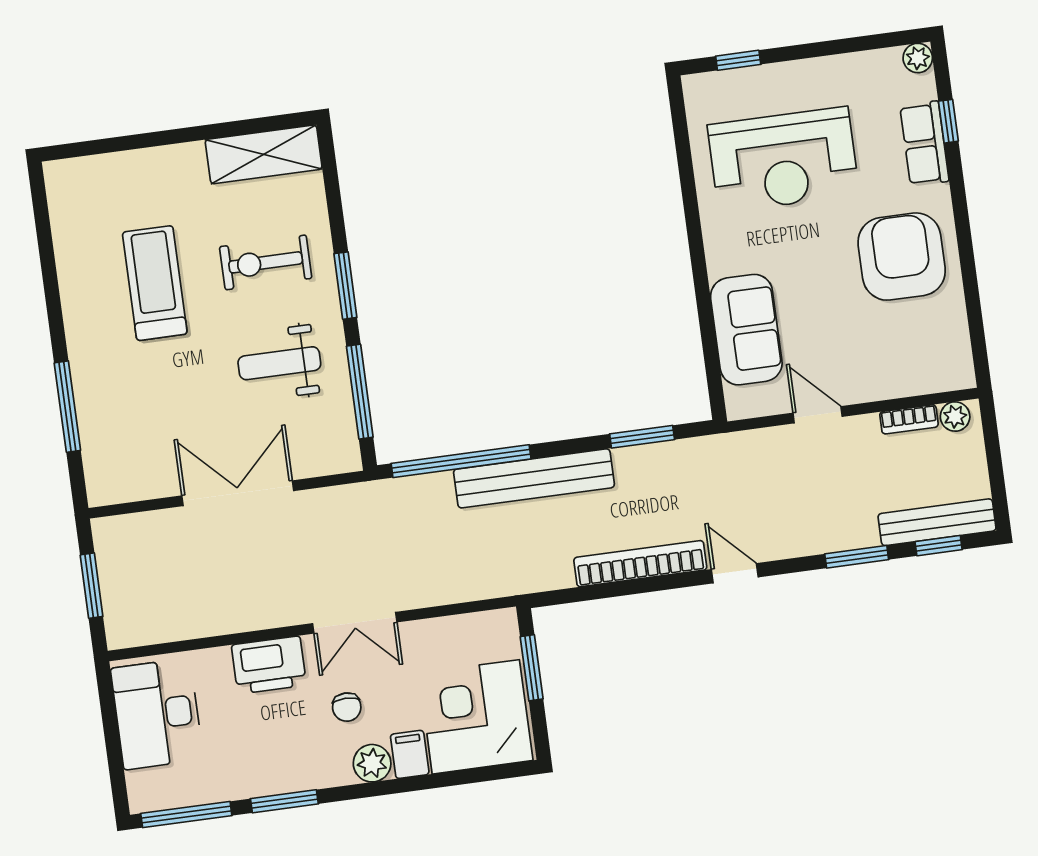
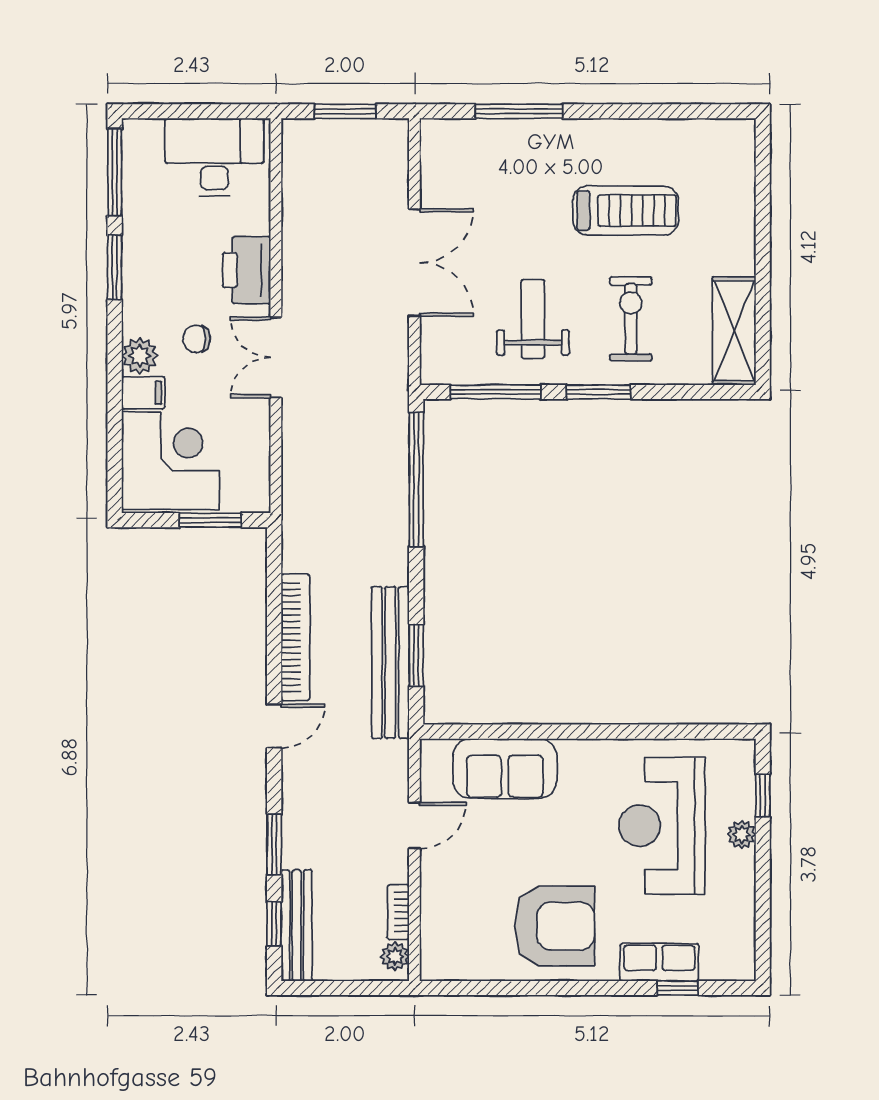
plant: (918, 58) -> (742, 834), moved
bench: (534, 478) -> (390, 663), moved

